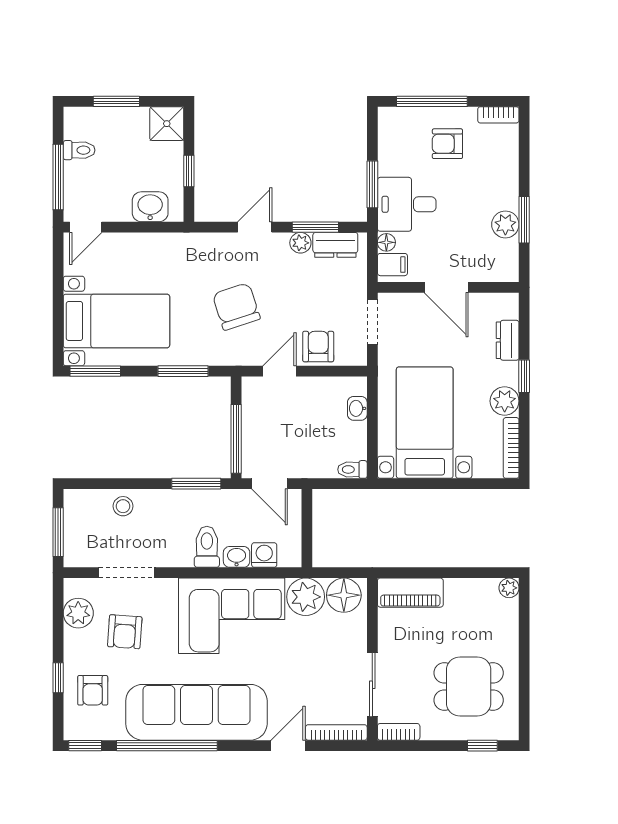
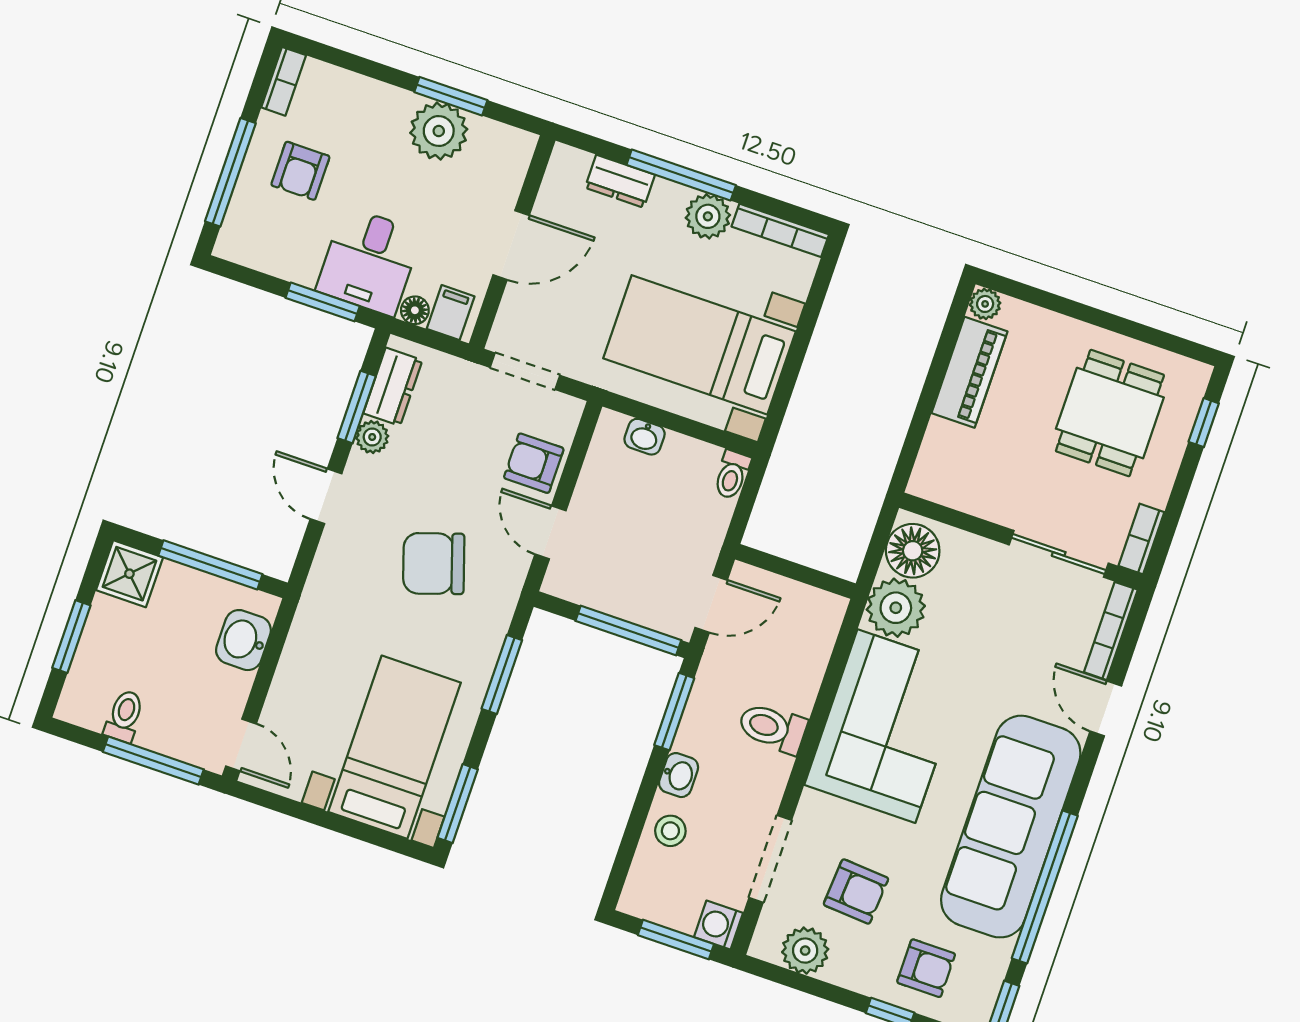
window: (189, 171) -> (210, 565), width x2.17
plant: (505, 224) -> (439, 131), width x1.36, depth x1.36
window: (524, 376) -> (681, 175), width x2.17
washing machine: (264, 555) -> (718, 925), moved
washbasin: (237, 557) -> (679, 775), moved, turned 180
piano: (410, 593) -> (970, 372), moved

